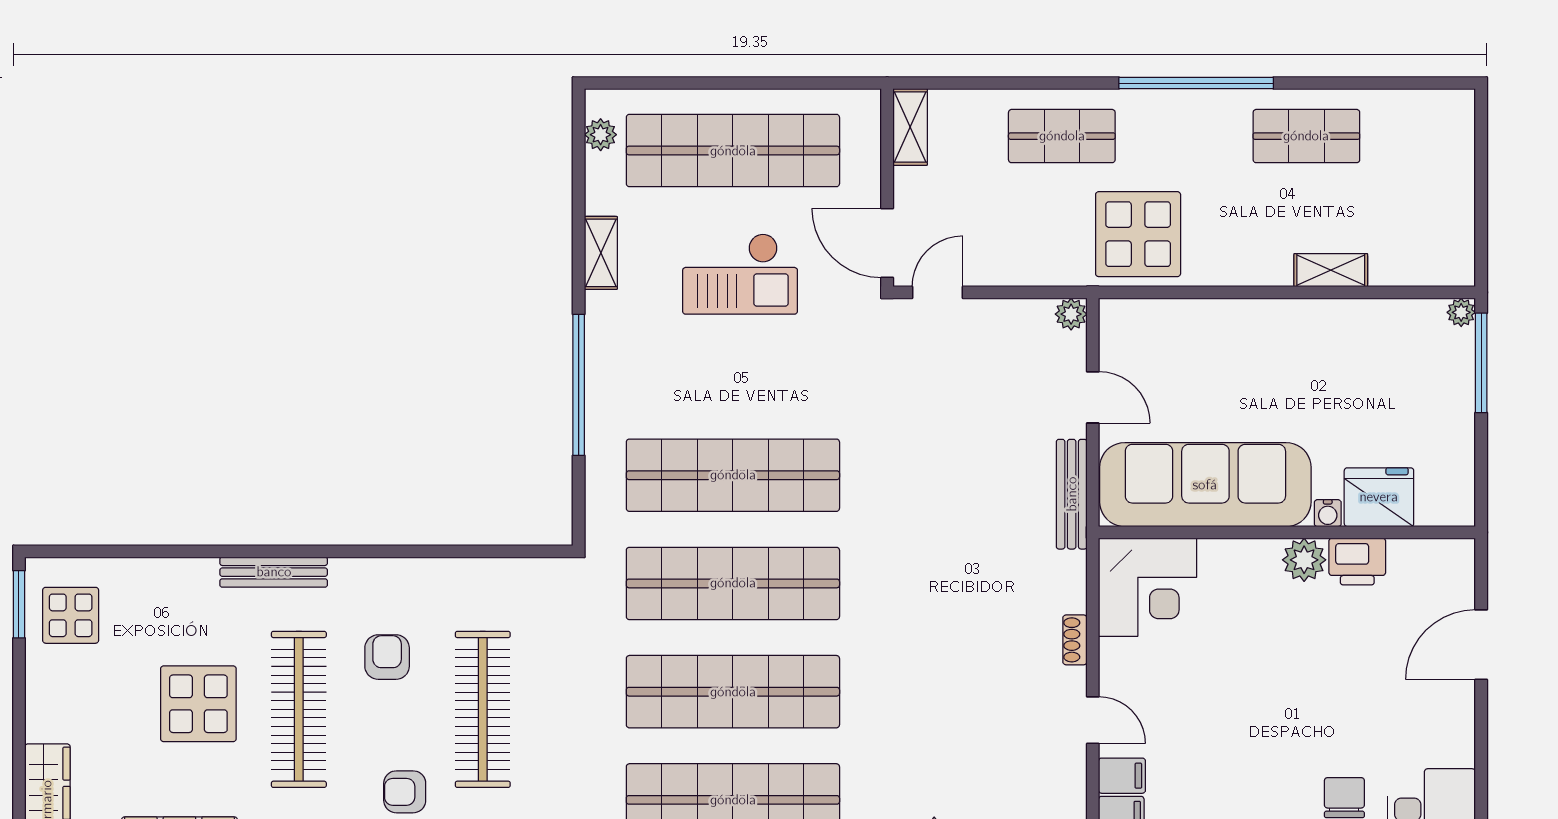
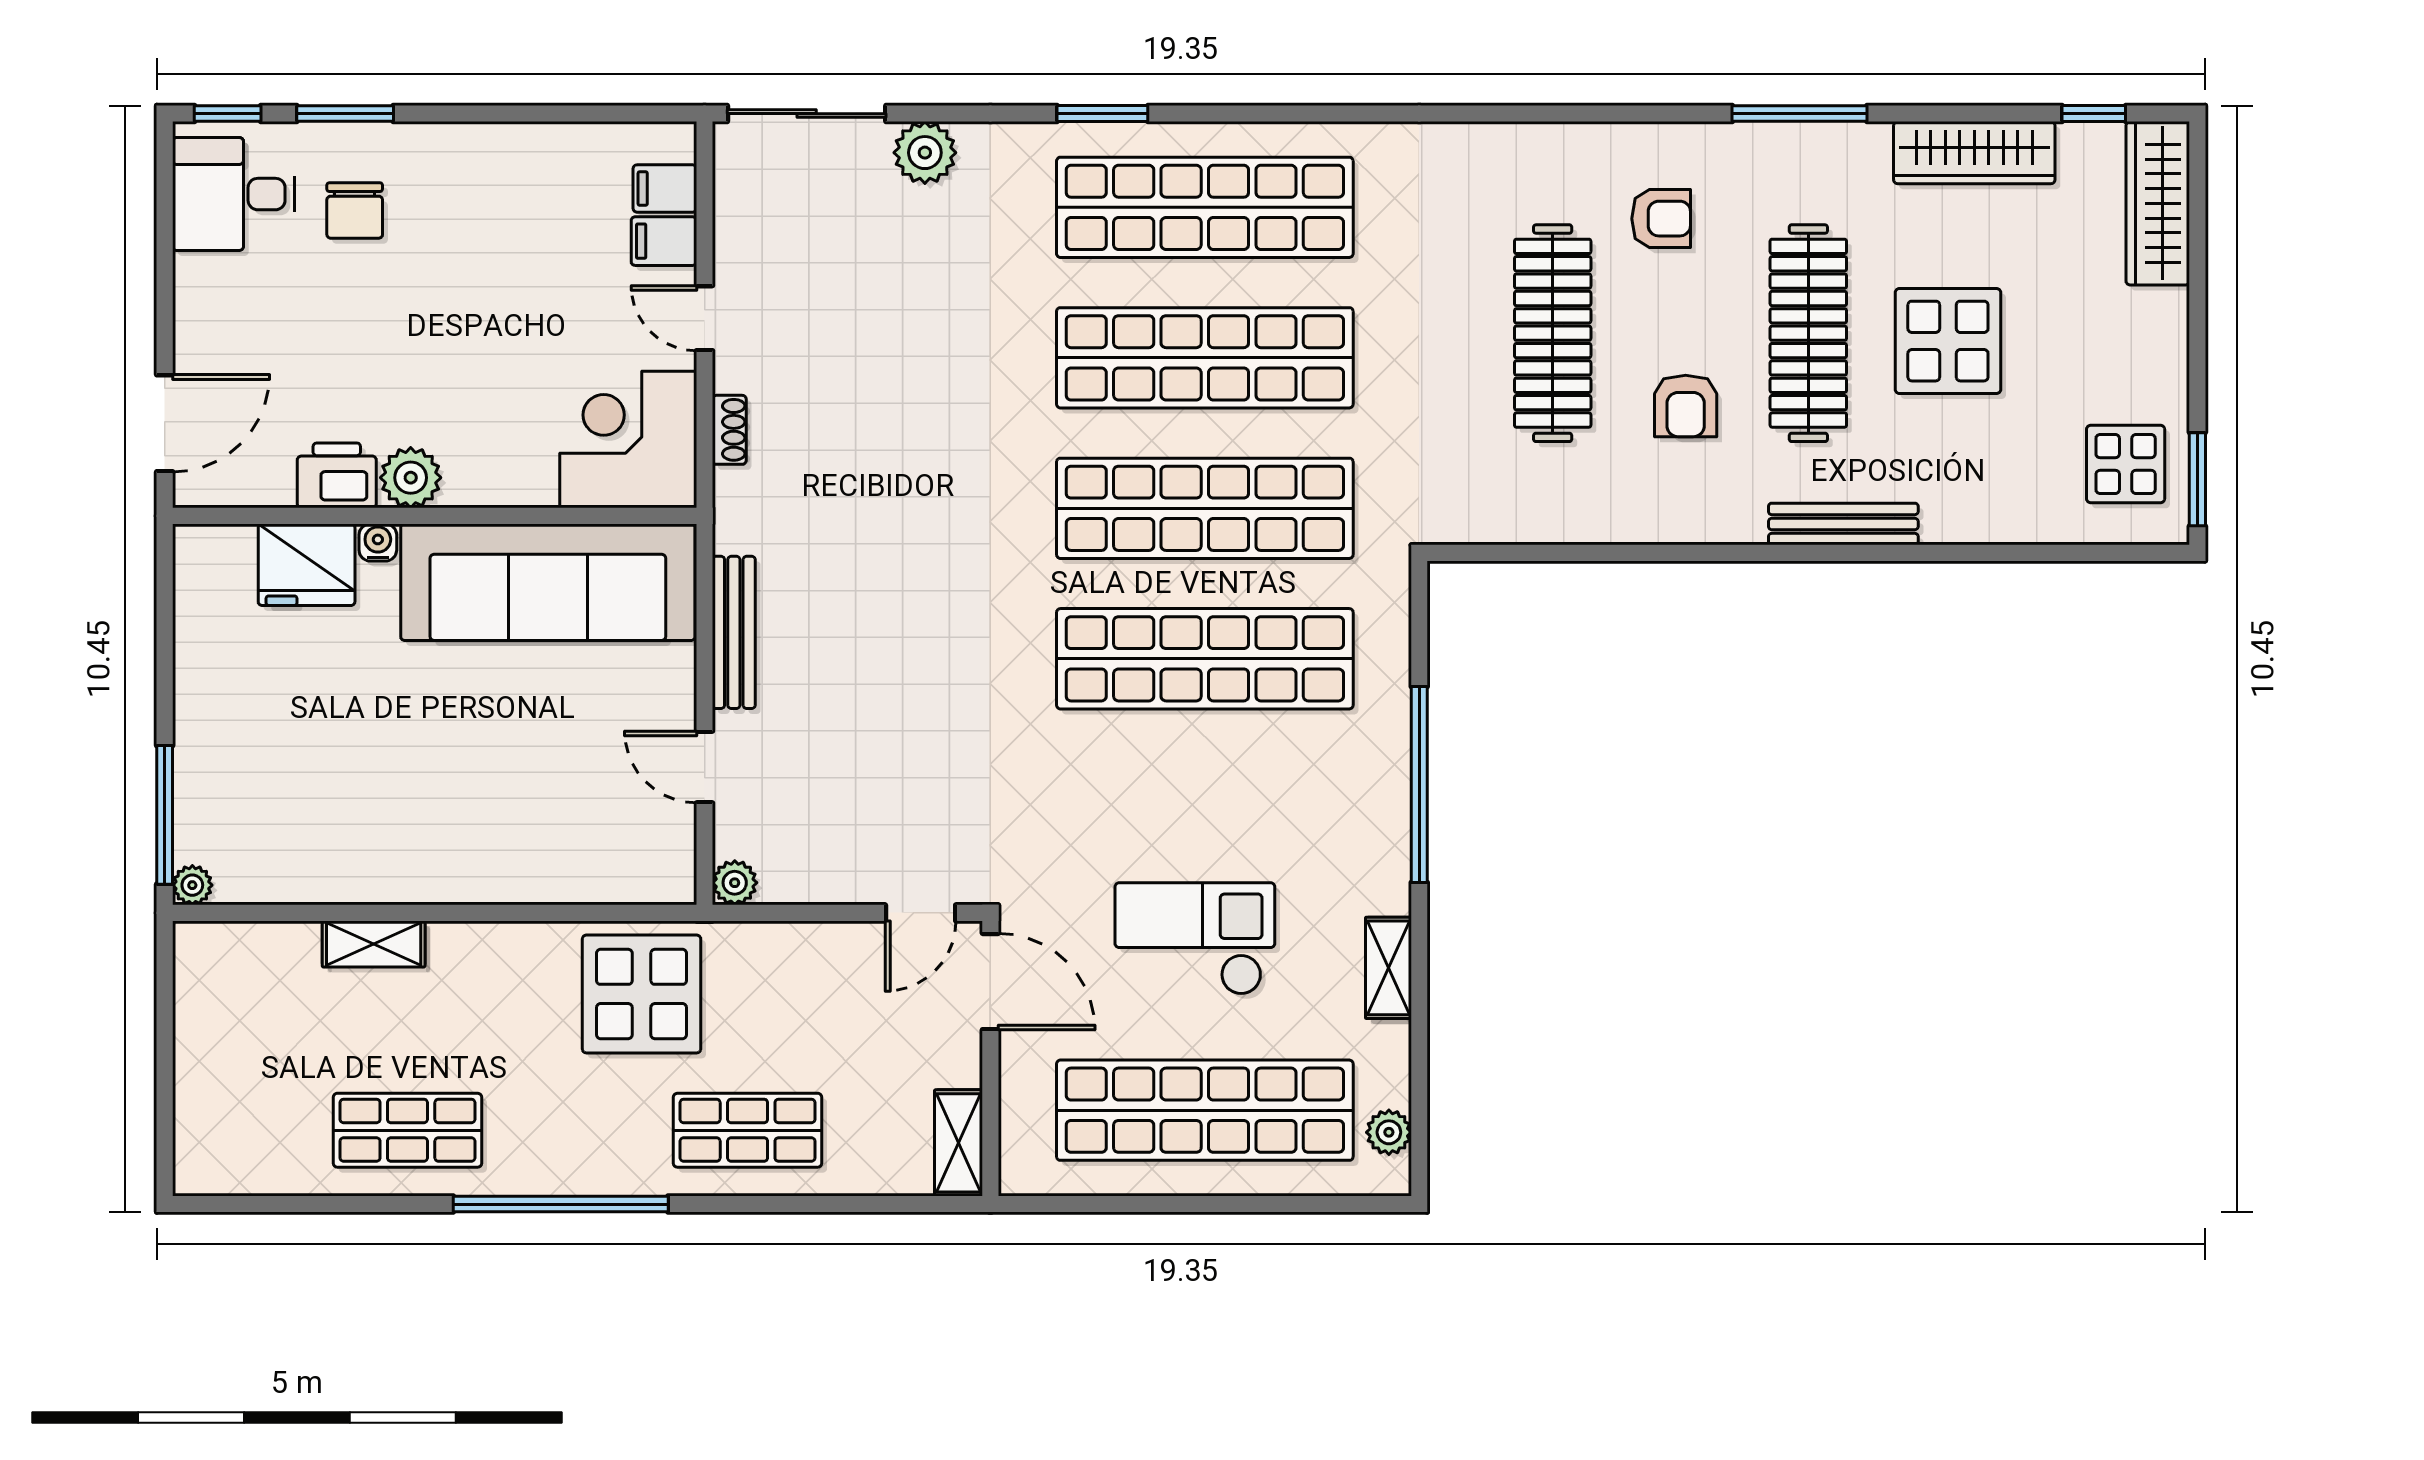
sofa: (1205, 485) -> (548, 582), moved
fridge: (1379, 497) -> (307, 565), moved
water cooler: (1328, 513) -> (378, 542), moved
wall: (1287, 532) -> (435, 516), moved
plant: (1304, 560) -> (411, 478), moved
printer: (1357, 561) -> (337, 475), moved
corner desk: (1148, 587) -> (628, 440), moved

